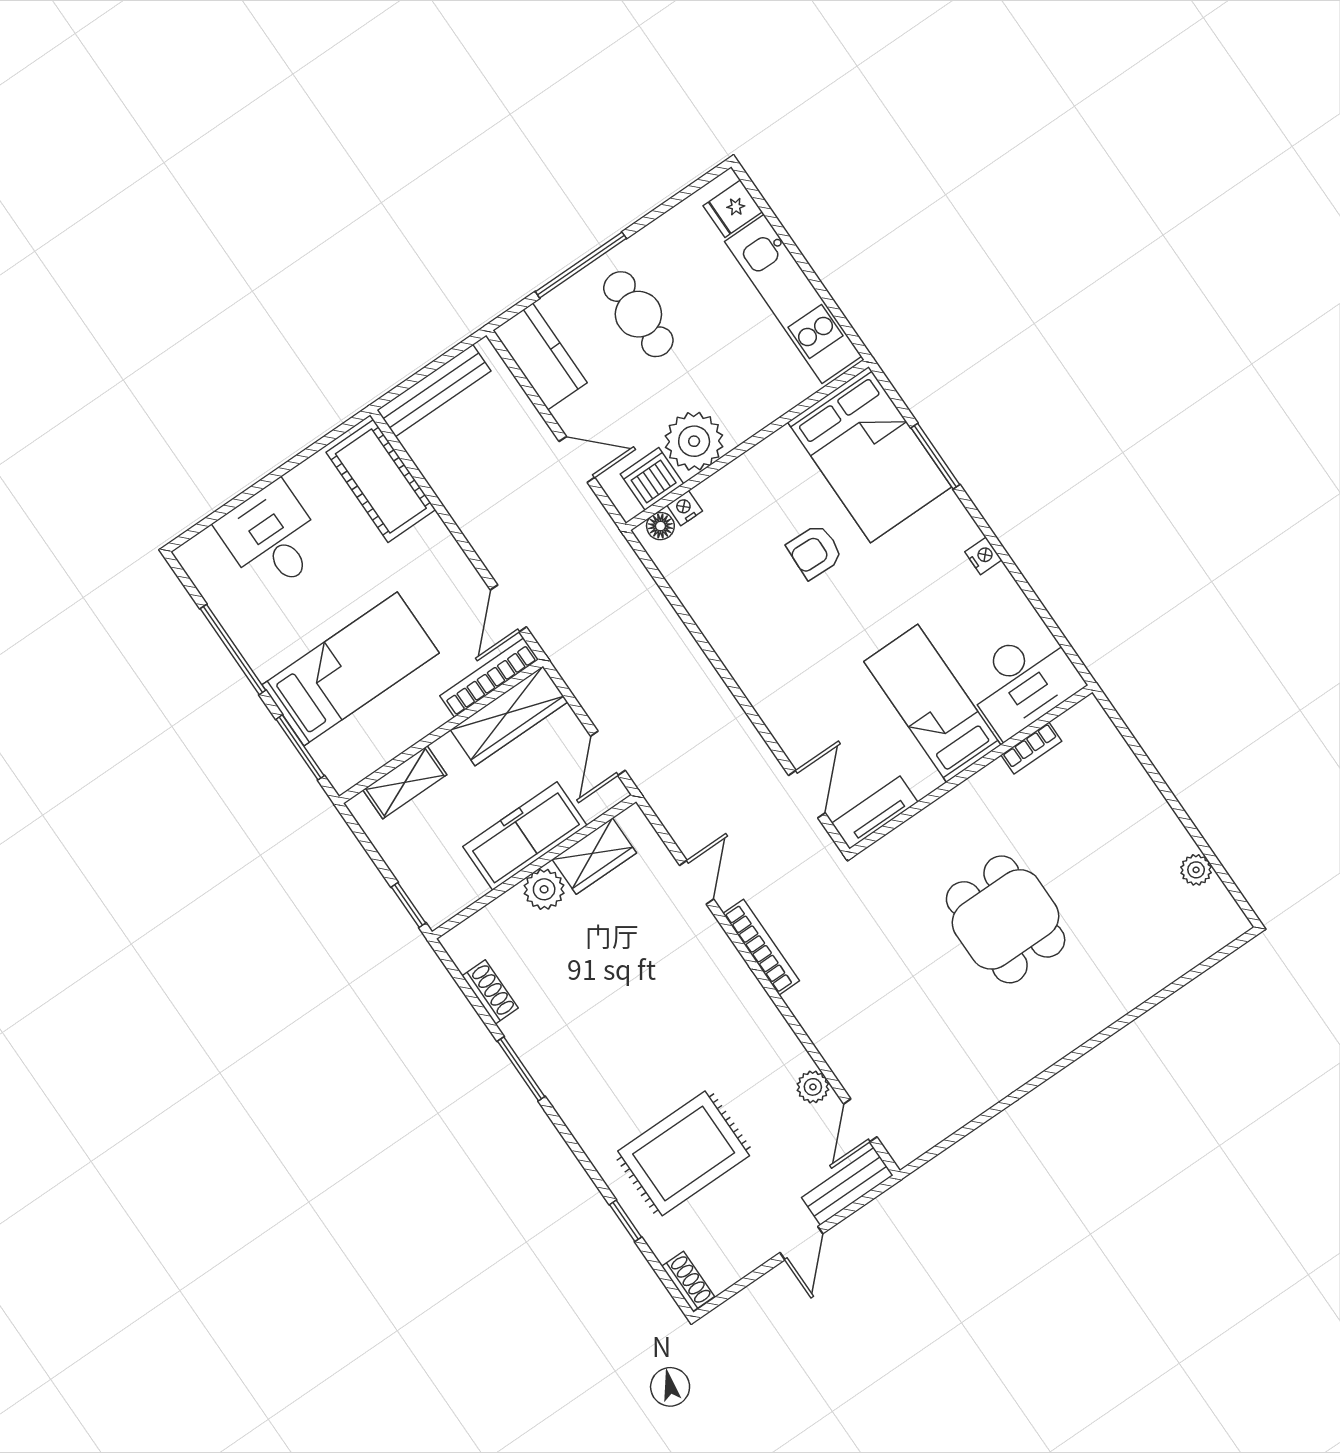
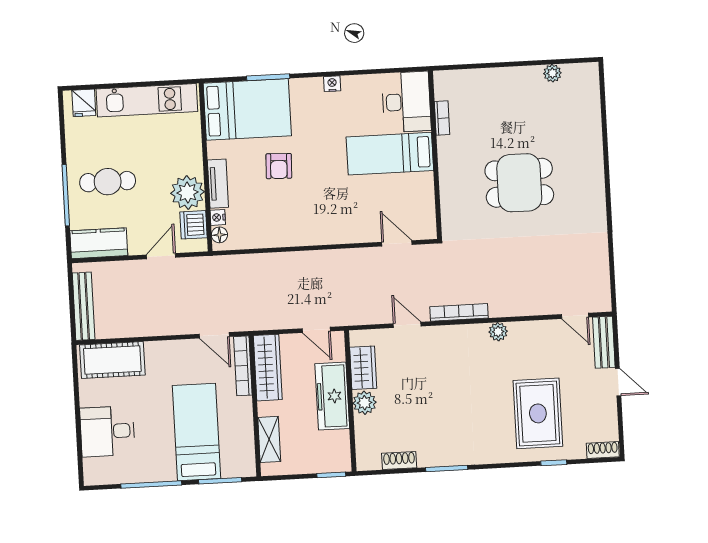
tv unit: (875, 813) -> (218, 184), moved, turned 180
plant: (813, 1087) -> (498, 332), moved

